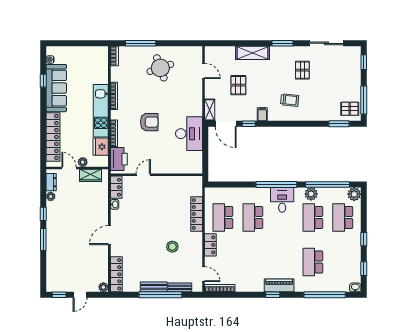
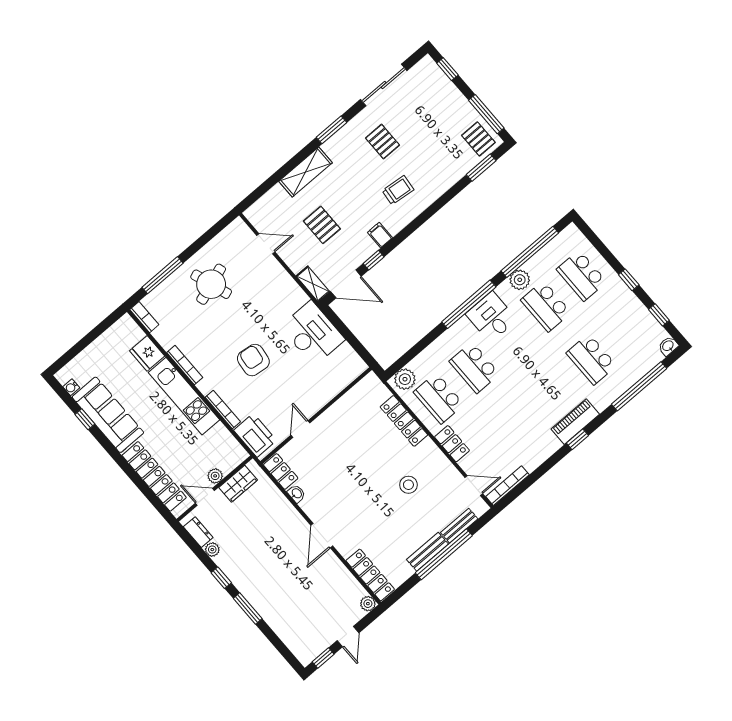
pallet: (350, 109) -> (478, 139), turned 90
armchair: (149, 122) -> (253, 360), turned -83
fridge: (101, 147) -> (147, 353), moved
plant: (354, 194) -> (405, 379), moved

